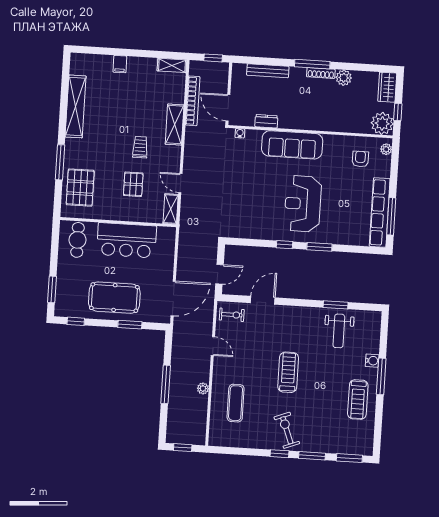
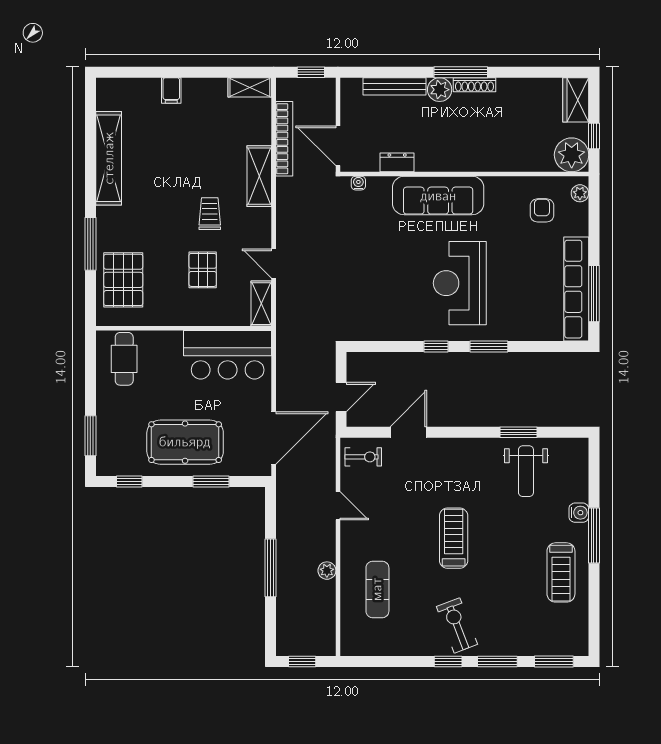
plant: (344, 78) -> (440, 90), moved
bar counter: (127, 240) -> (228, 355), moved

